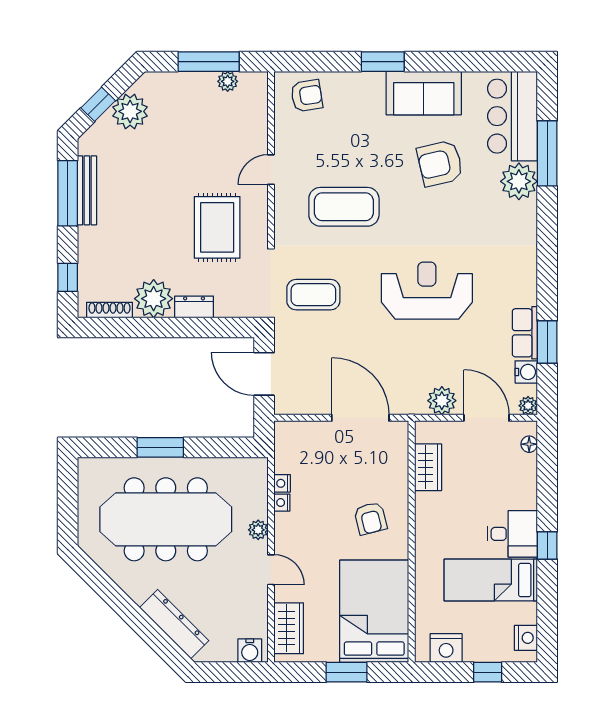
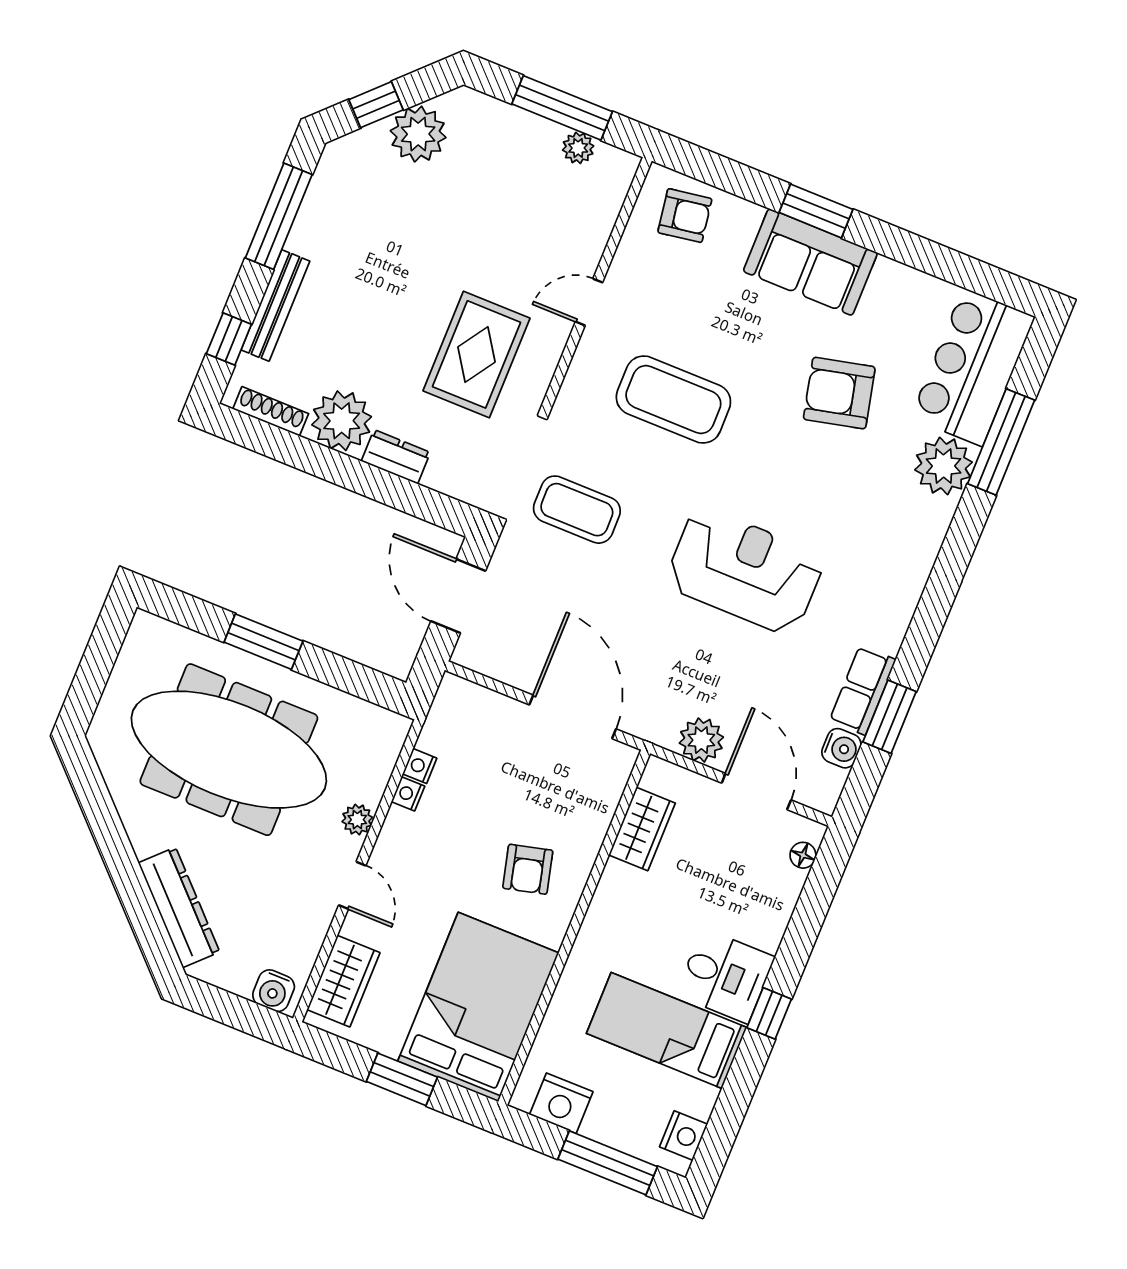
sofa: (424, 93) -> (810, 262), moved
bench: (87, 190) -> (275, 305), moved
plant: (528, 406) -> (824, 798), removed
window: (488, 672) -> (608, 1163), width x2.17

